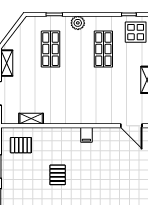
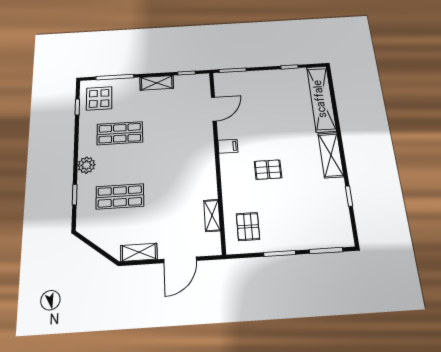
door: (131, 126) -> (214, 109), moved
pallet: (58, 175) -> (268, 170), moved

